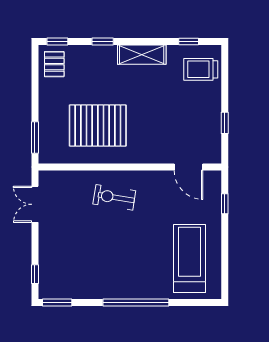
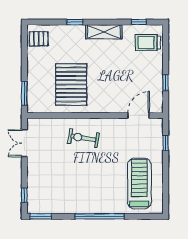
window: (57, 42) -> (41, 22), removed
pallet: (54, 64) -> (39, 39), turned 90
pallet: (98, 126) -> (71, 85), turned 90
door: (189, 167) -> (139, 115), swing flipped

